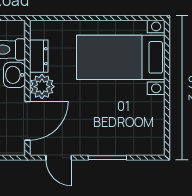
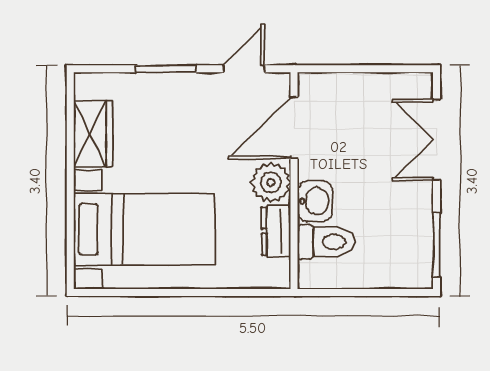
wardrobe: (153, 117) -> (93, 134), added
door: (59, 158) -> (244, 69), hinge flipped

